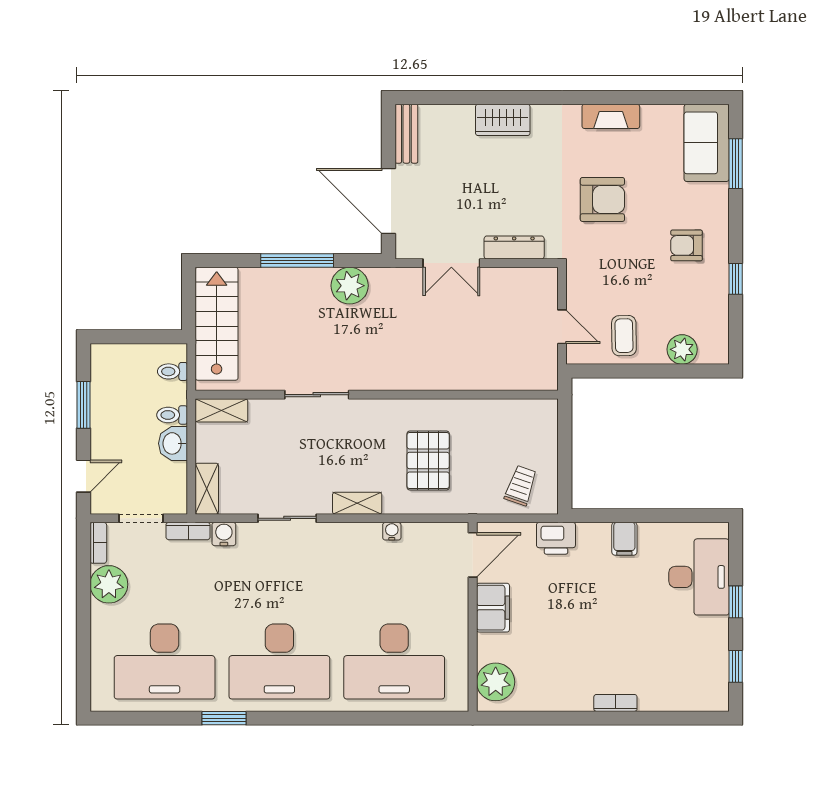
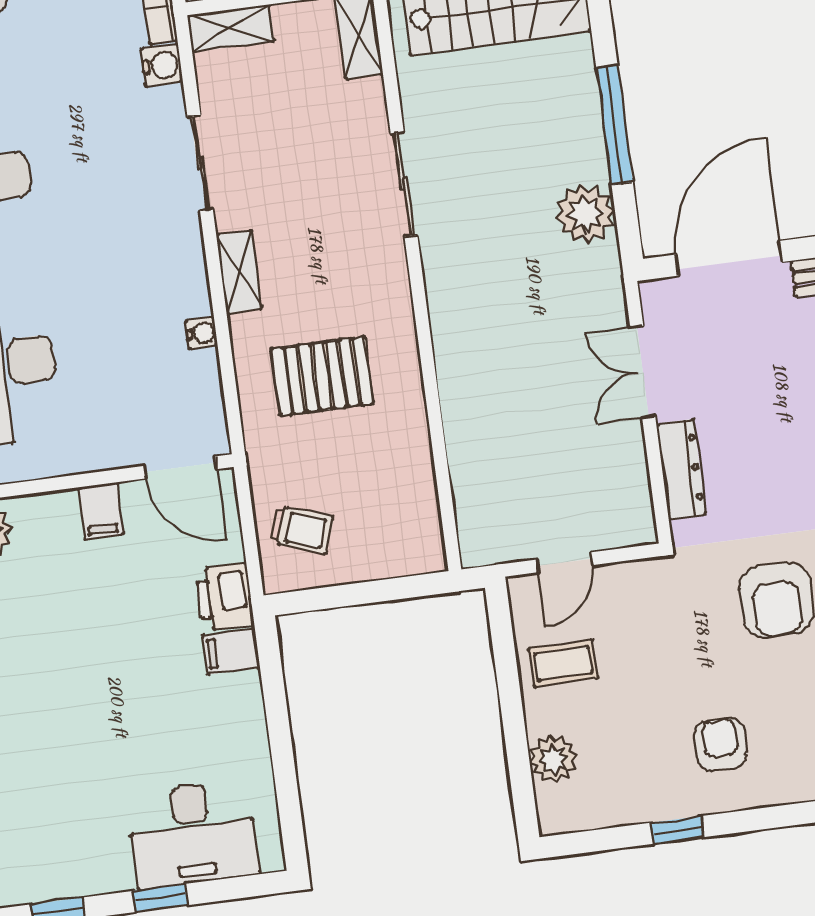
filing cabinet: (624, 539) -> (231, 651), moved
filing cabinet: (493, 608) -> (101, 511), width x0.50

